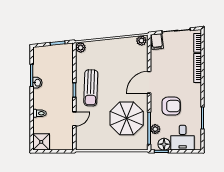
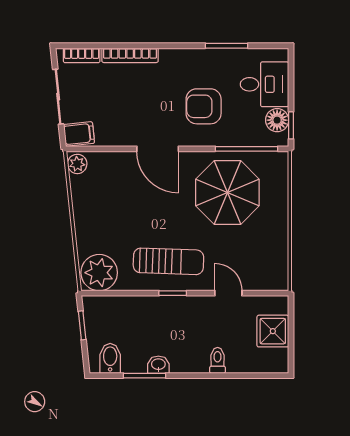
plant: (81, 48) -> (99, 273), width x1.87, depth x1.87
bidet: (41, 58) -> (110, 358), added
armchair: (171, 106) -> (204, 106), turned -90
plant: (155, 129) -> (248, 137), removed
shower: (41, 142) -> (273, 331), moved

